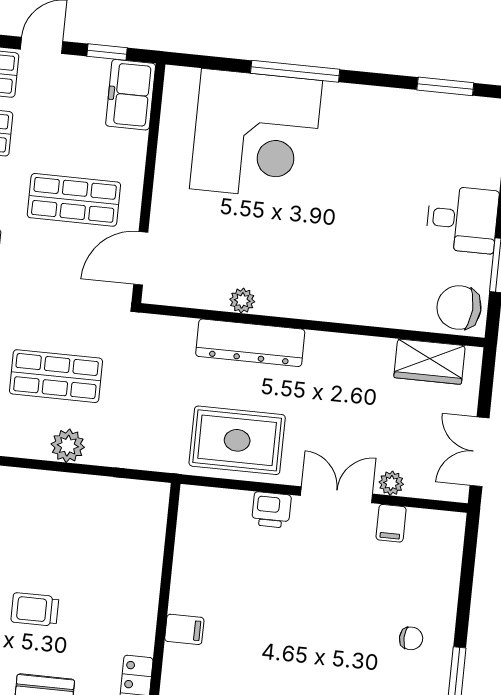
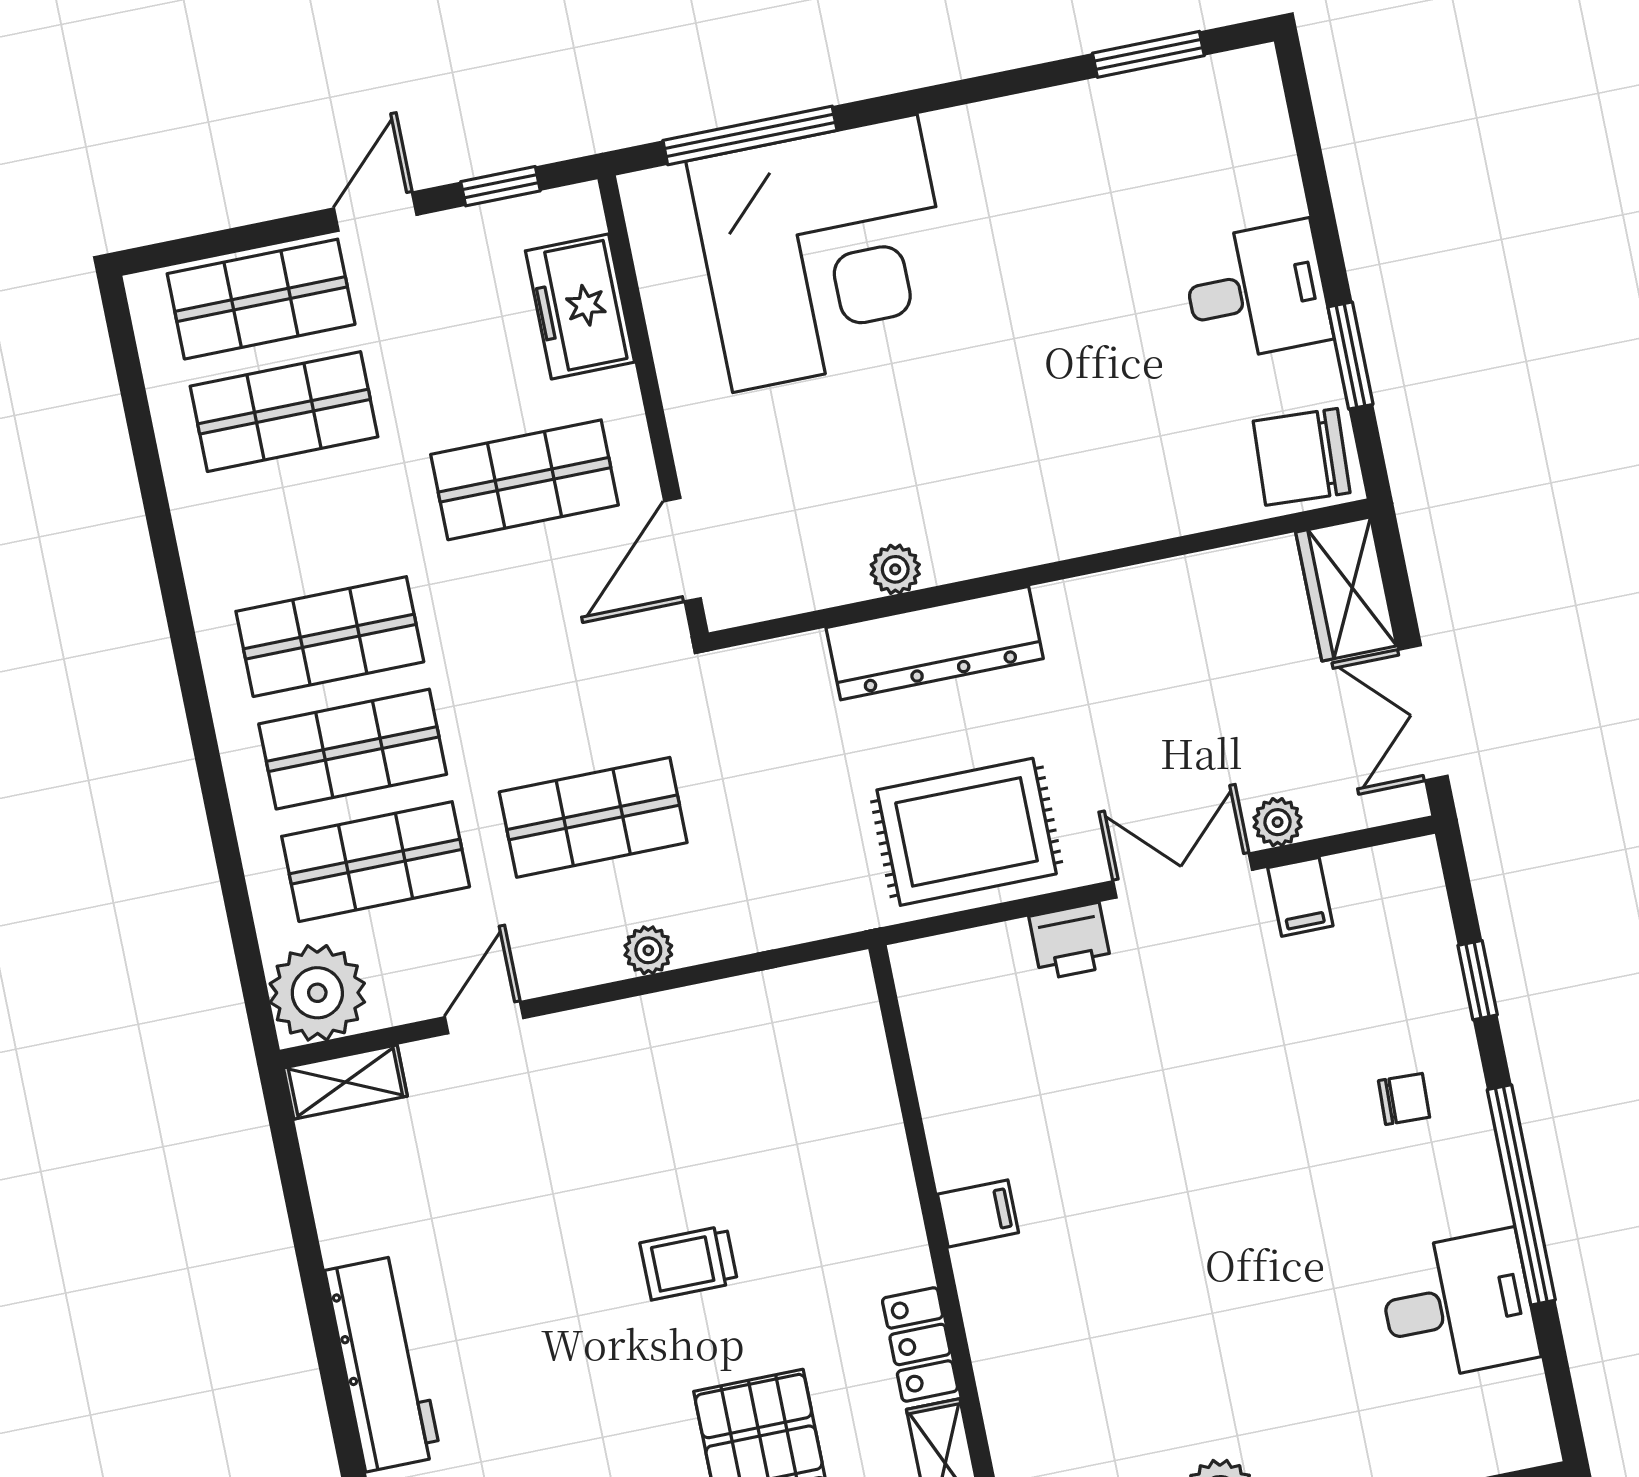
window: (295, 71) -> (750, 135), moved
freezer: (131, 95) -> (580, 306), moved
wardrobe: (429, 362) -> (1346, 589), moved, turned 90
plant: (68, 446) -> (648, 950), width x0.73, depth x0.73
window: (465, 591) -> (1478, 980), added

